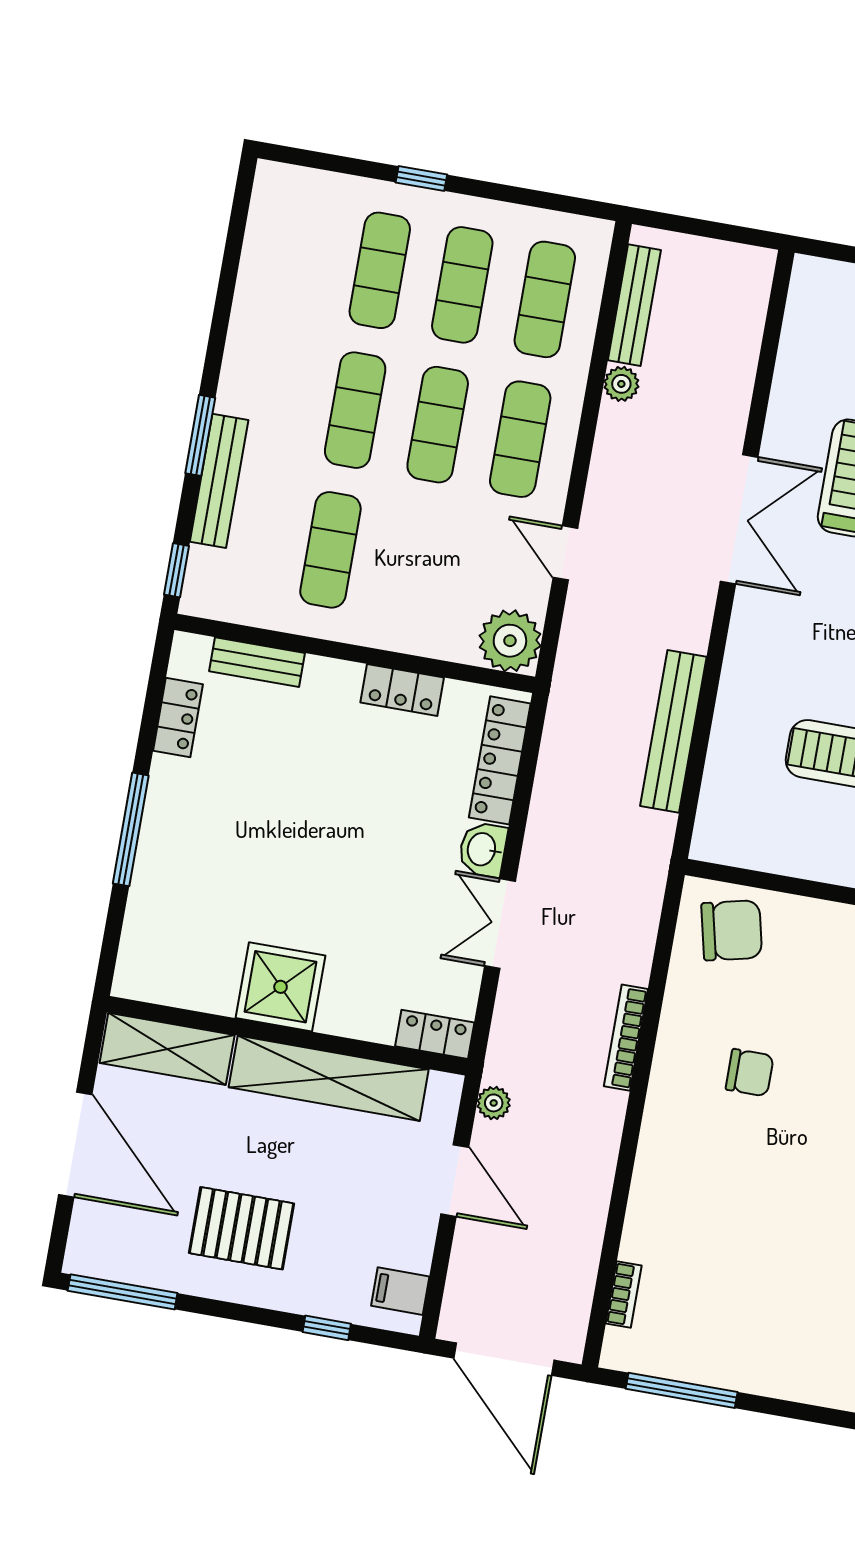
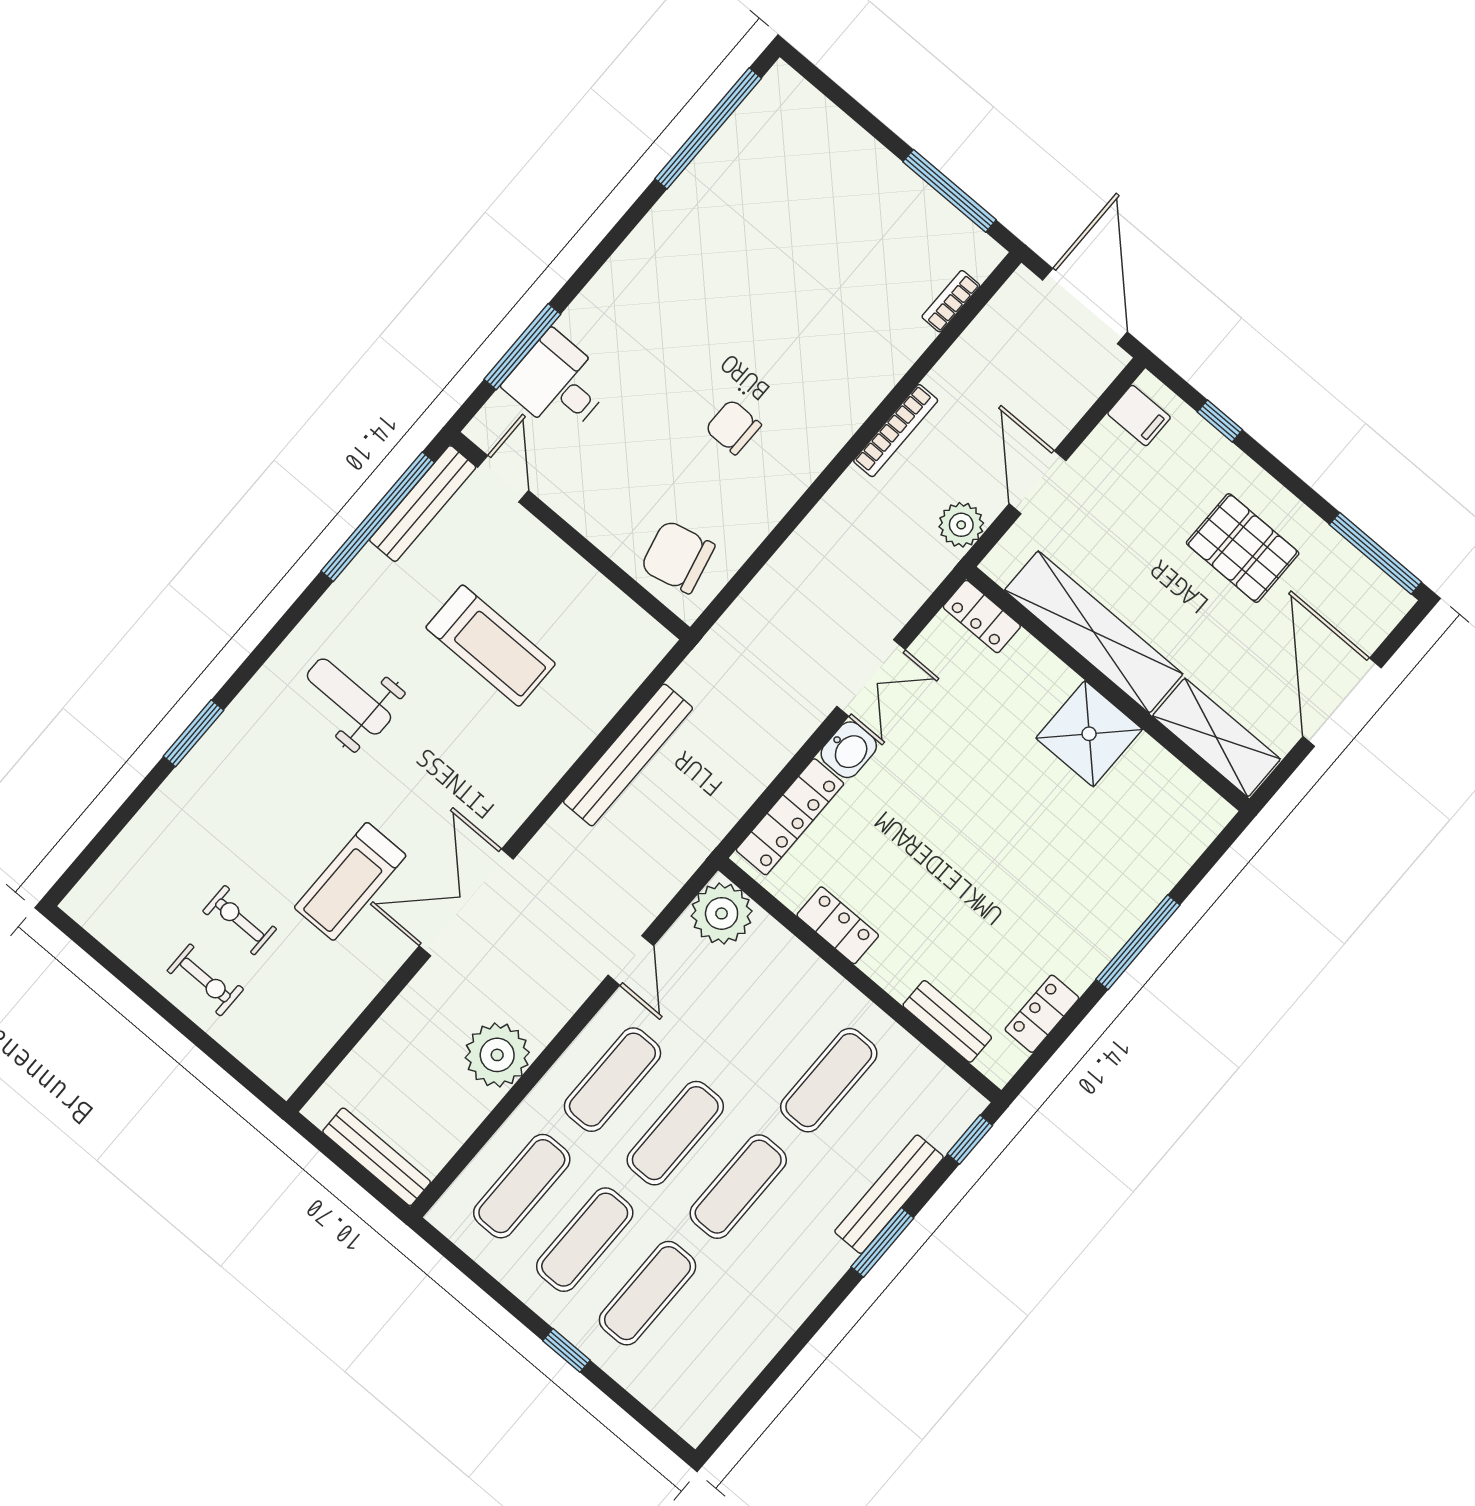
bench: (634, 305) -> (377, 1157), moved, turned 90
plant: (621, 384) -> (497, 1055), width x1.87, depth x1.87
bookcase: (626, 1038) -> (896, 431), moved
plant: (494, 1103) -> (961, 525), width x1.38, depth x1.38

